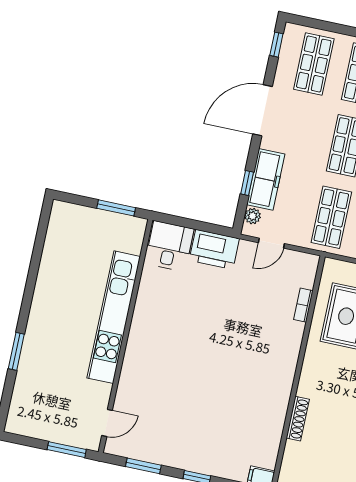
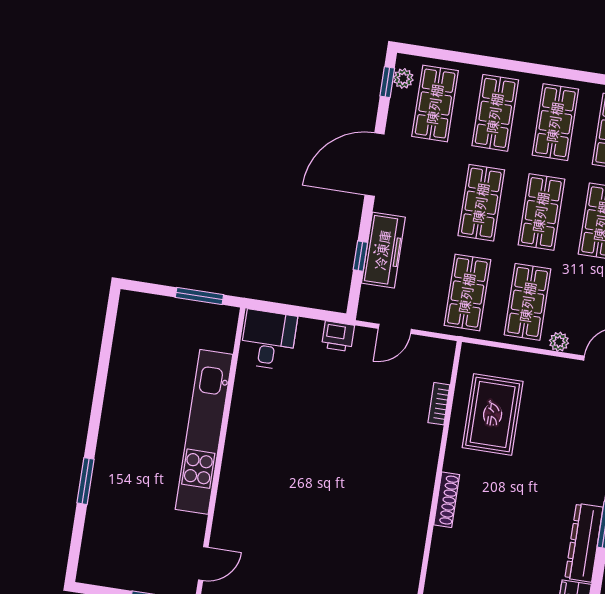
plant: (253, 216) -> (403, 78), moved
printer: (214, 249) -> (338, 336), width x0.53, depth x0.68
shoe rack: (298, 419) -> (447, 500), moved

